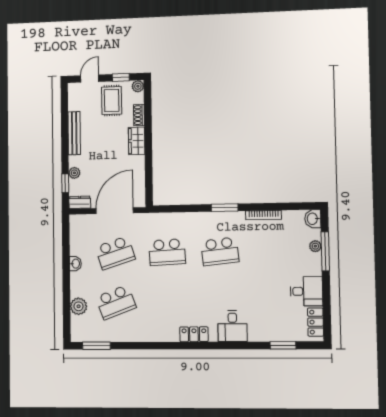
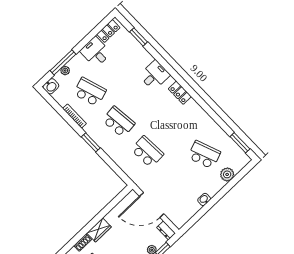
school desk: (115, 253) -> (90, 92), moved

